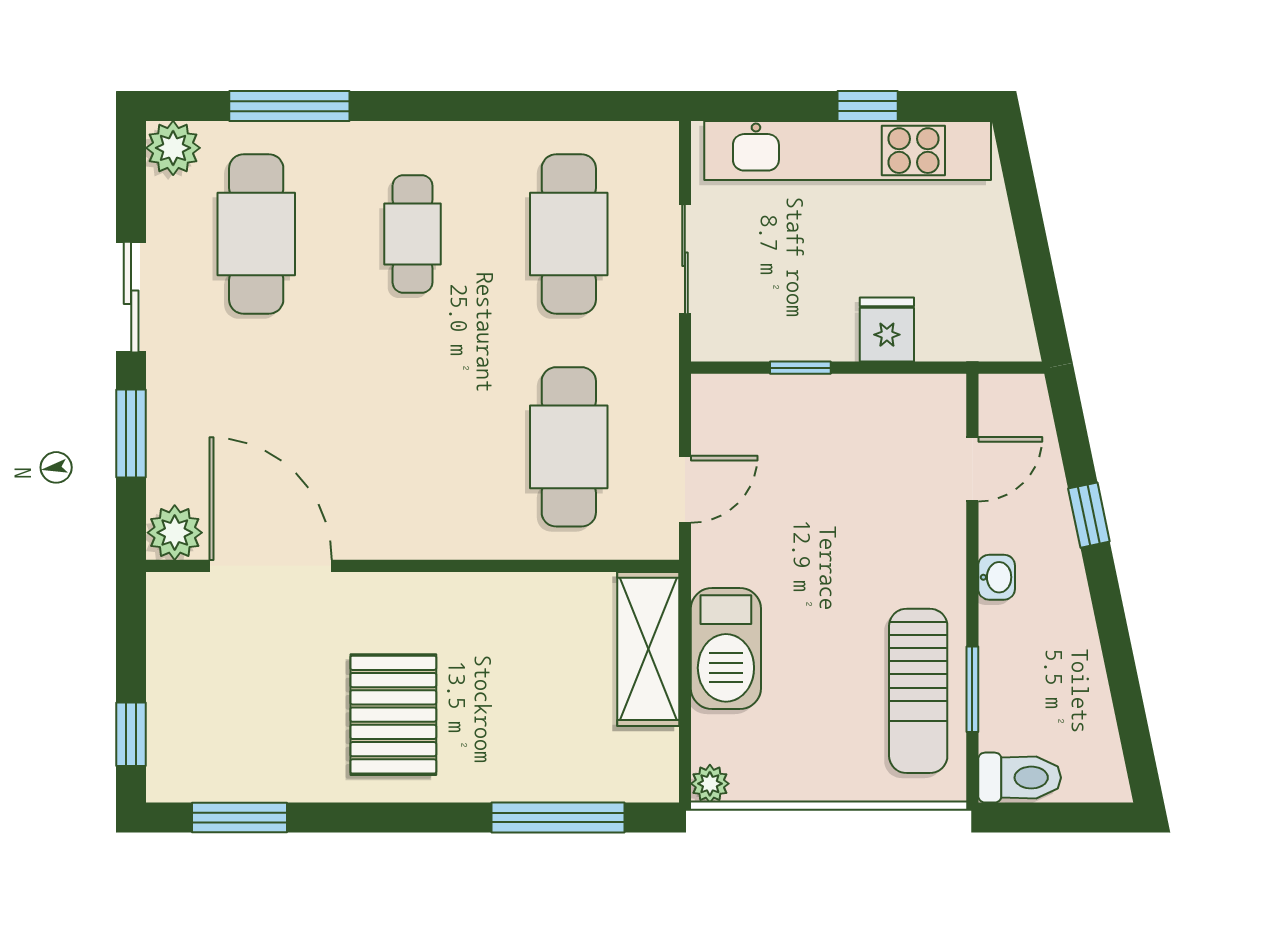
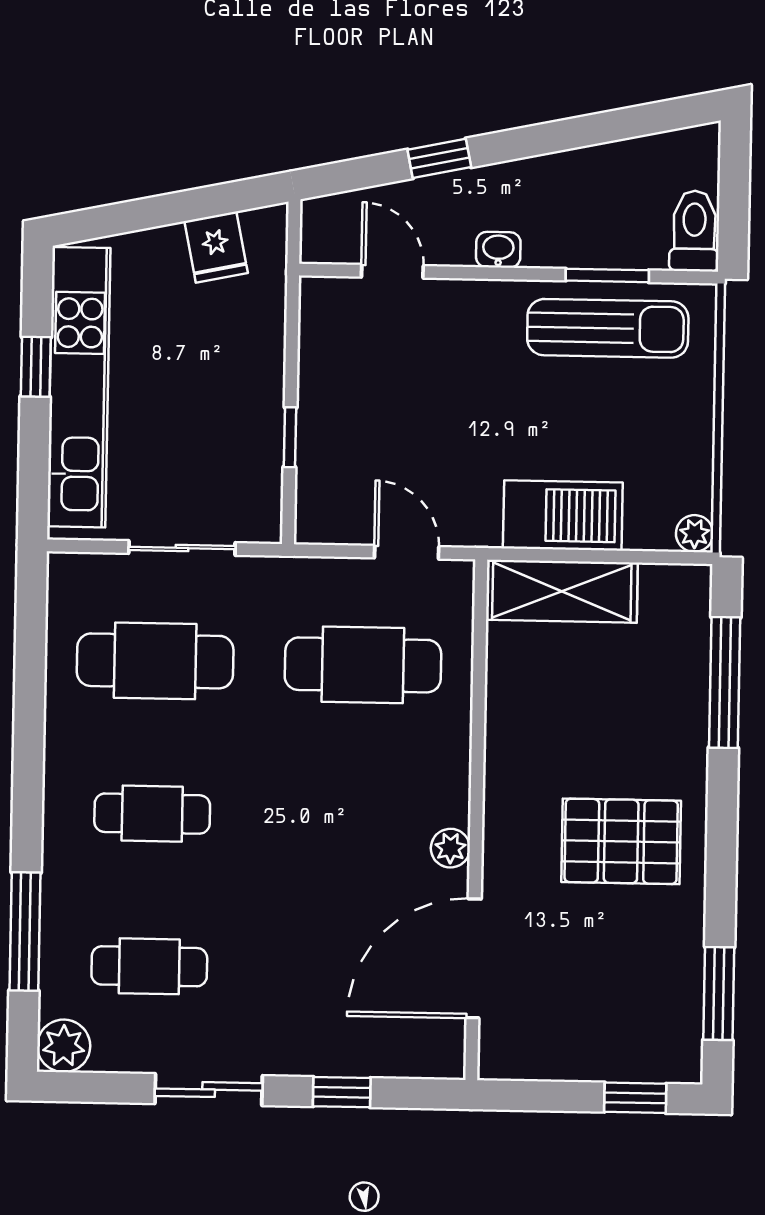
cafe table: (256, 234) -> (149, 966), width x0.73, depth x0.74
fridge: (887, 330) -> (216, 247), moved, turned -102
window: (131, 434) -> (342, 1092), width x0.67
plant: (175, 533) -> (450, 848), moved, width x0.73, depth x0.73

